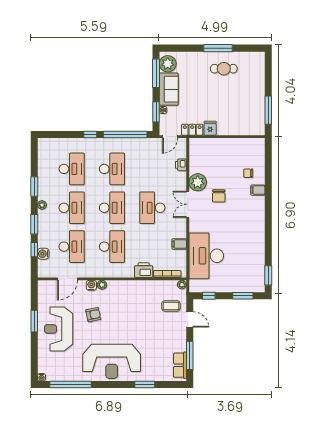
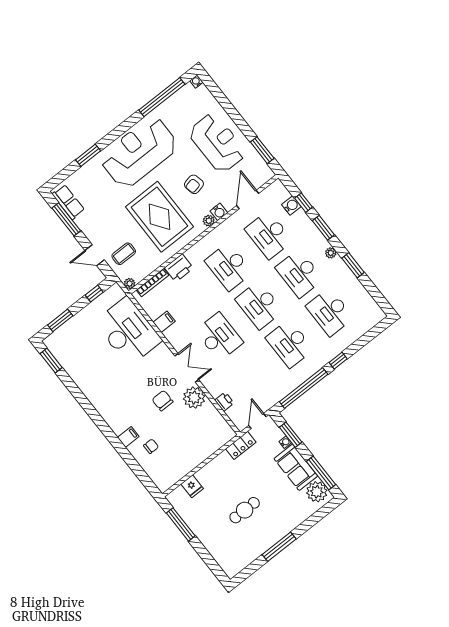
cafe table: (224, 69) -> (245, 510), moved
fridge: (210, 128) -> (192, 486), moved
rug: (131, 311) -> (159, 217), added
window: (34, 321) -> (262, 150), moved

